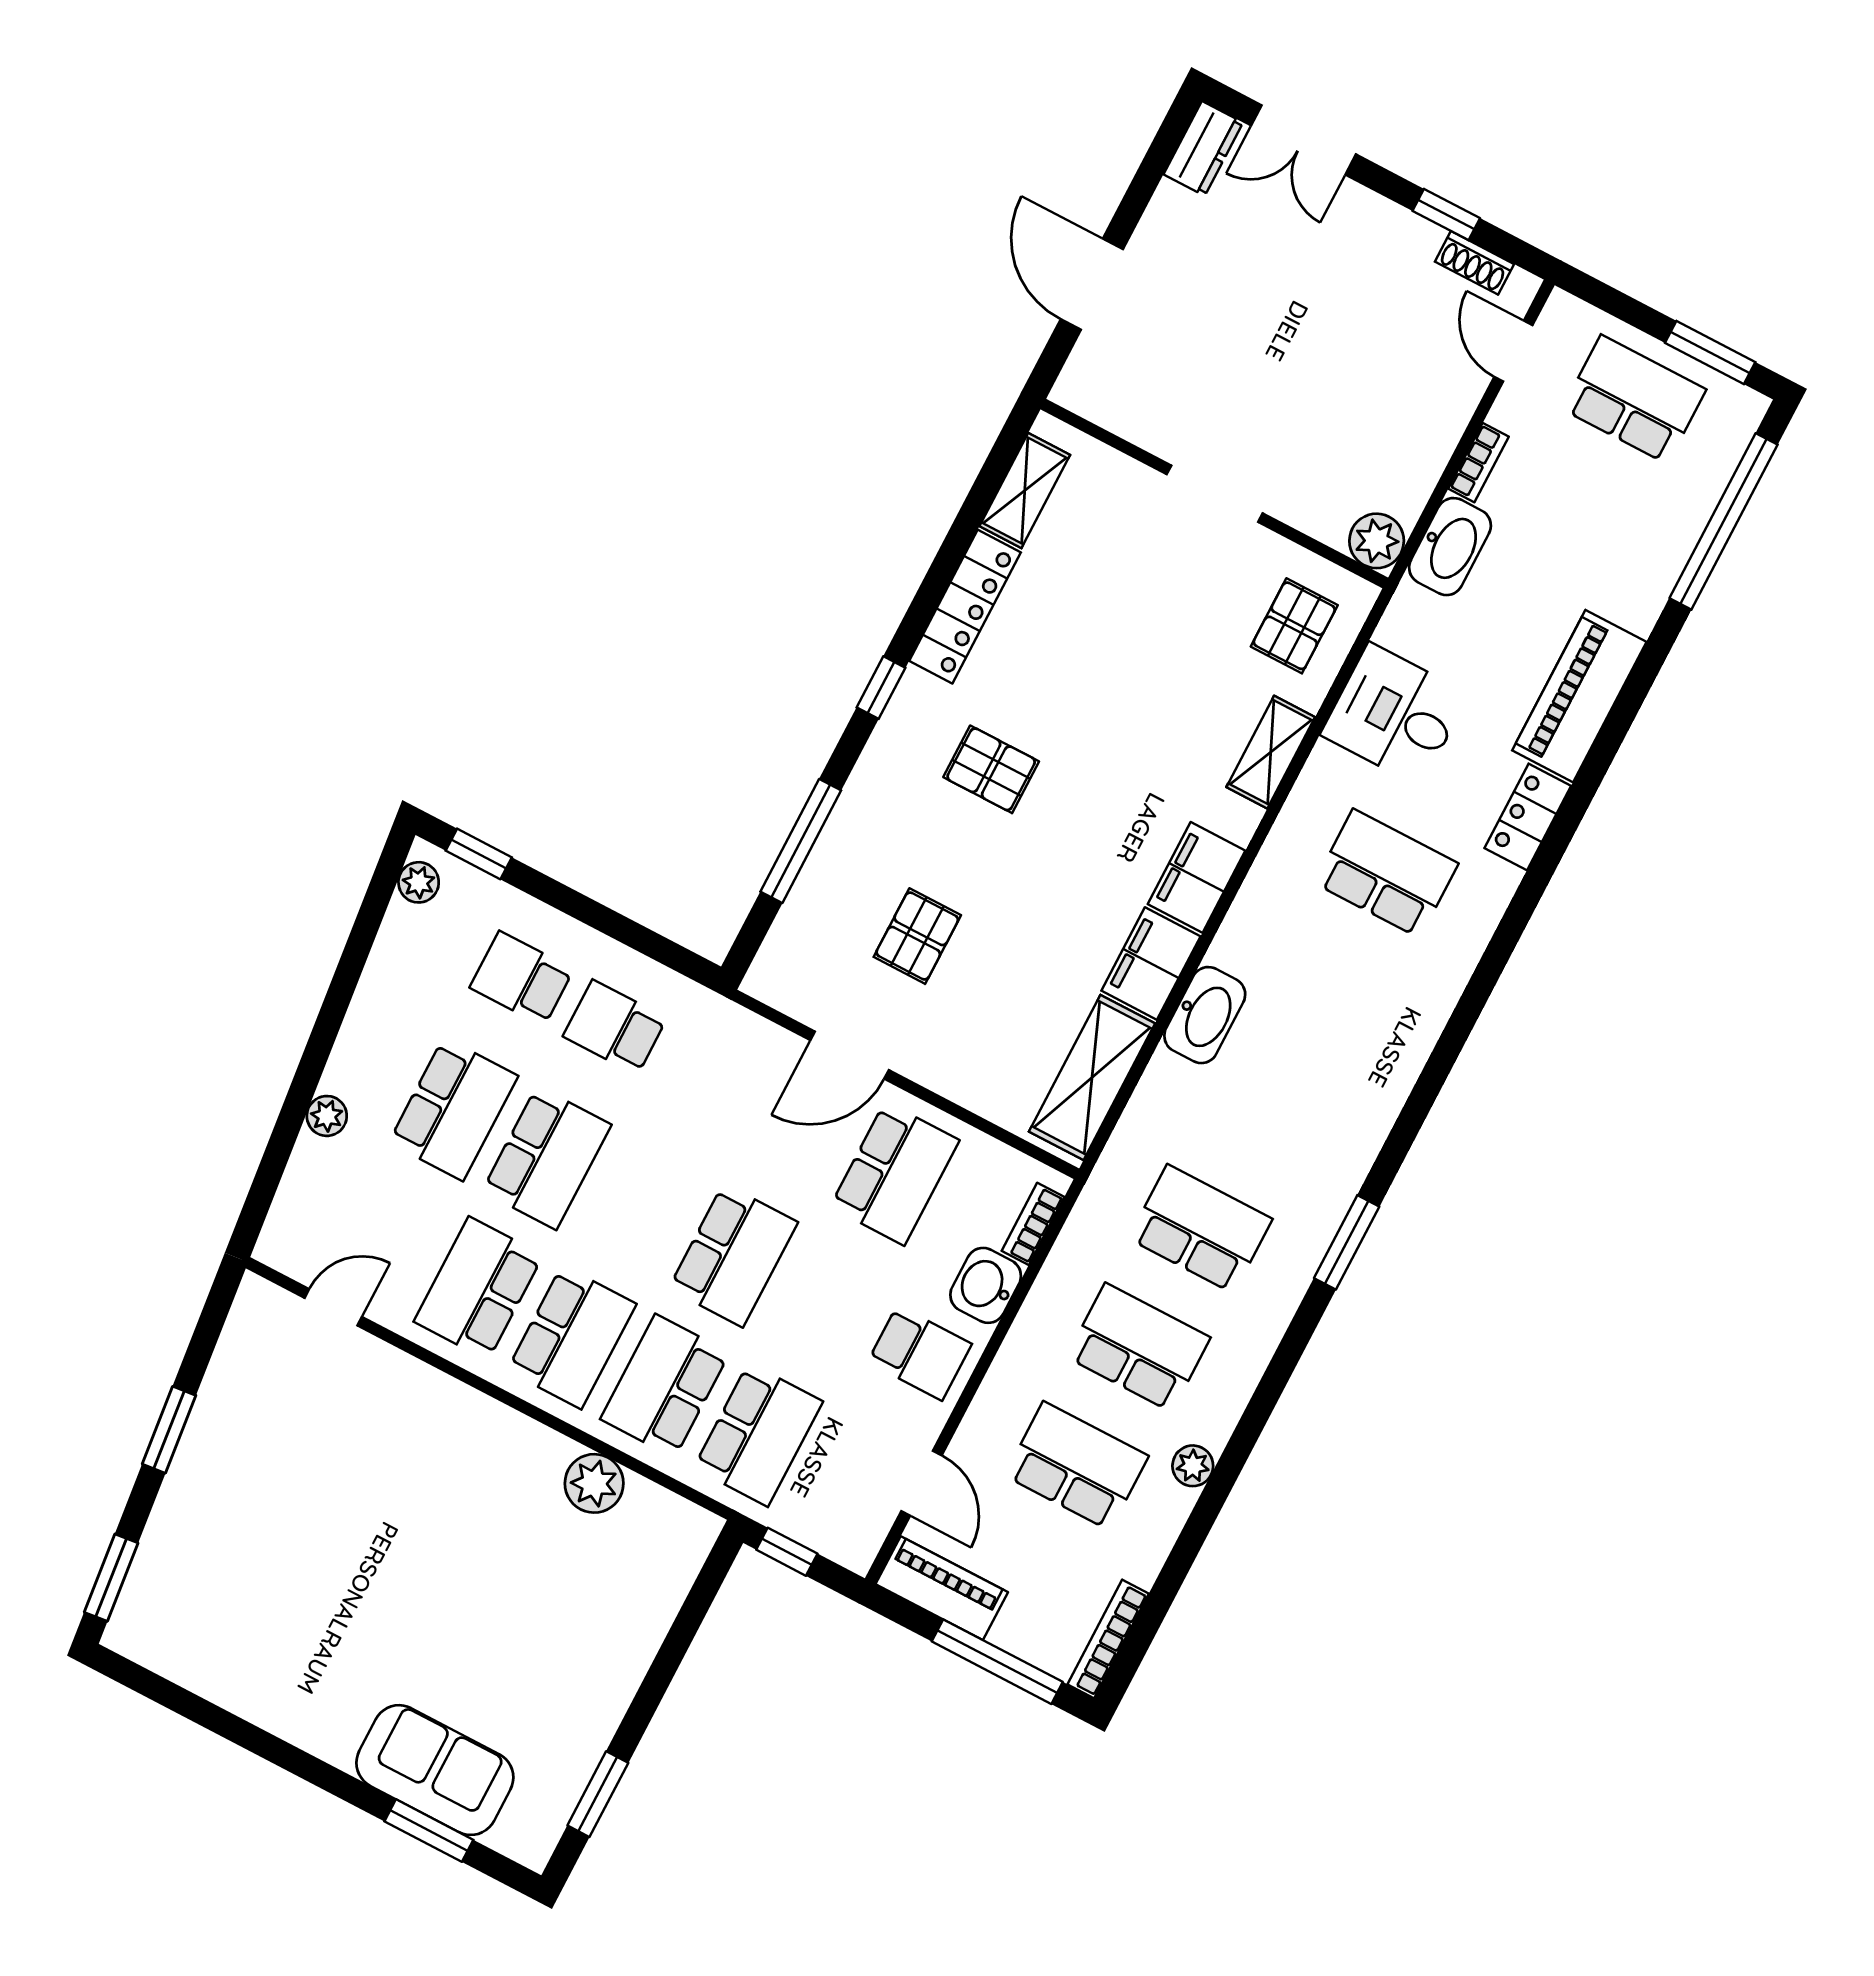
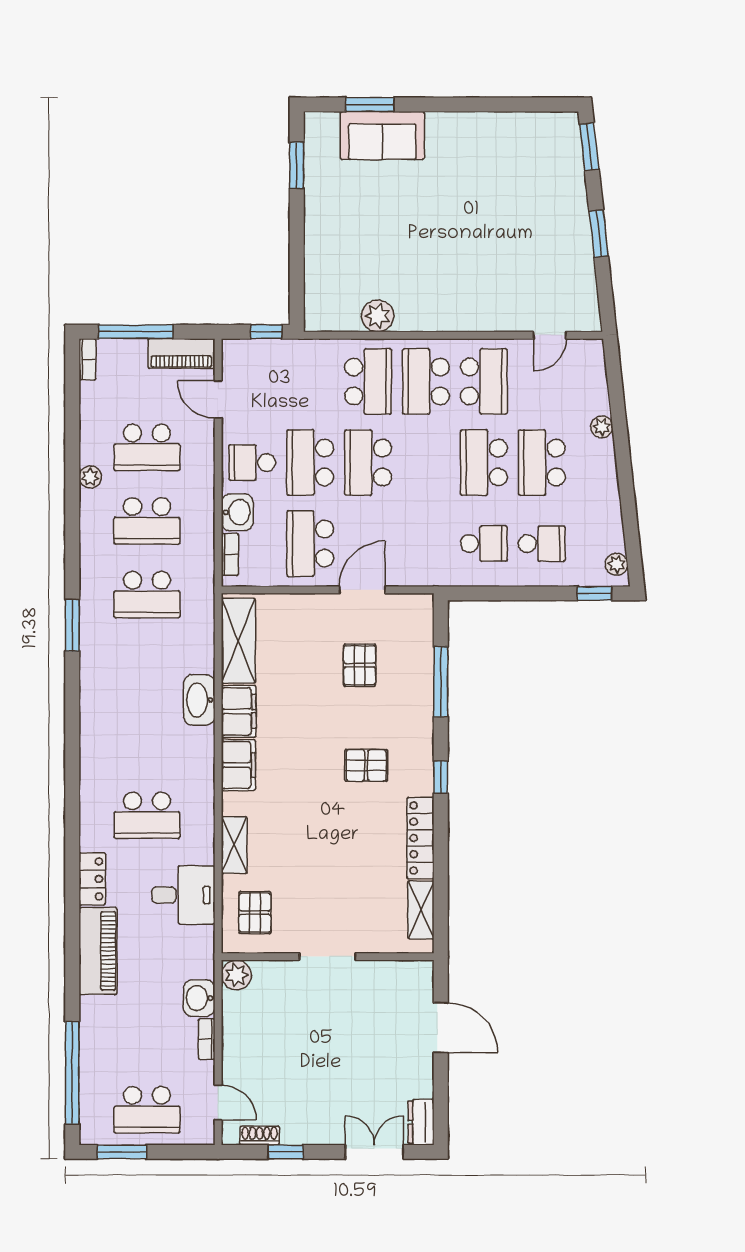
washbasin: (1450, 547) -> (199, 998), width x0.72
school desk: (758, 1435) -> (310, 463), moved
bookcase: (1108, 1639) -> (87, 359), width x0.64

